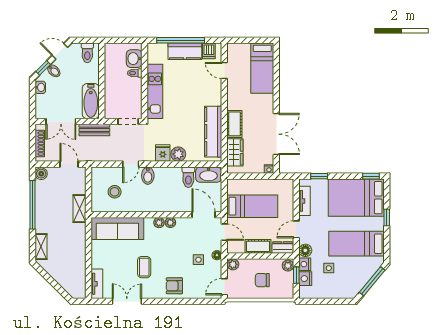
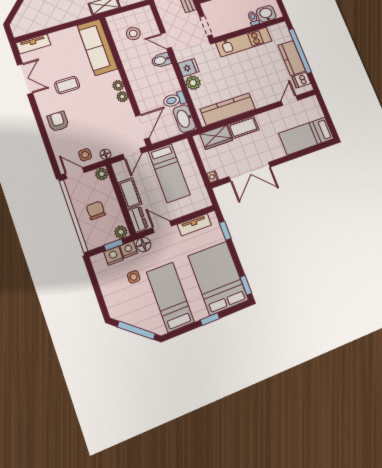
side table: (198, 260) -> (85, 155), moved

